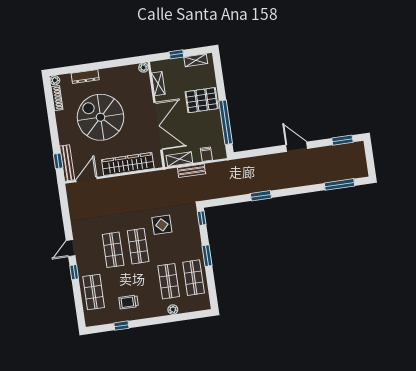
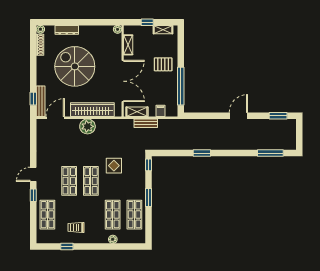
pallet: (202, 100) -> (163, 64), width x0.67, depth x0.71
door: (297, 147) -> (238, 116), hinge flipped
plant: (125, 184) -> (87, 126), added

